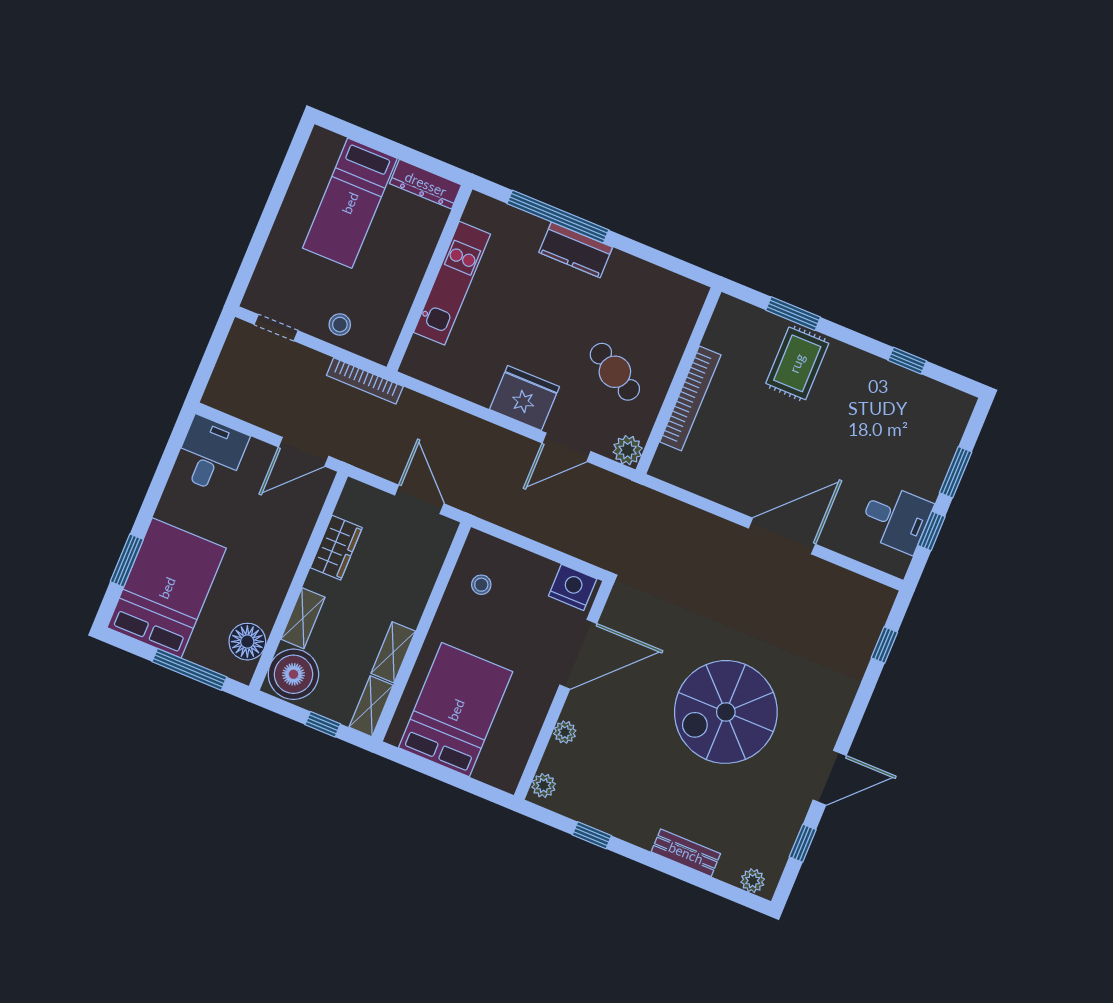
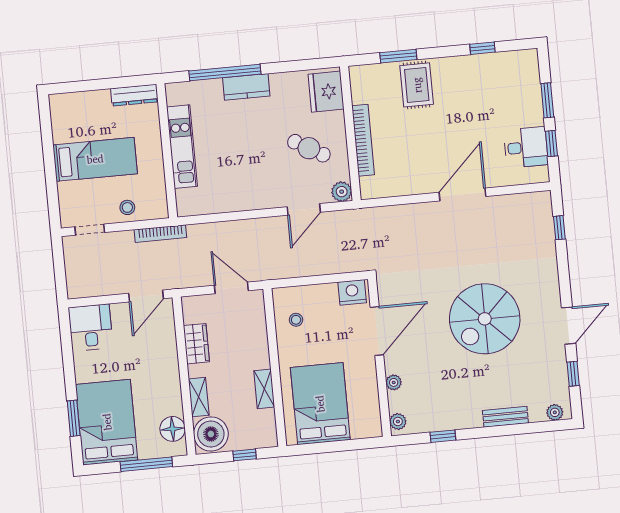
bed: (350, 203) -> (95, 159), moved, turned -90
fridge: (525, 398) -> (326, 92), moved, turned -90
shelving: (371, 706) -> (268, 429), removed

